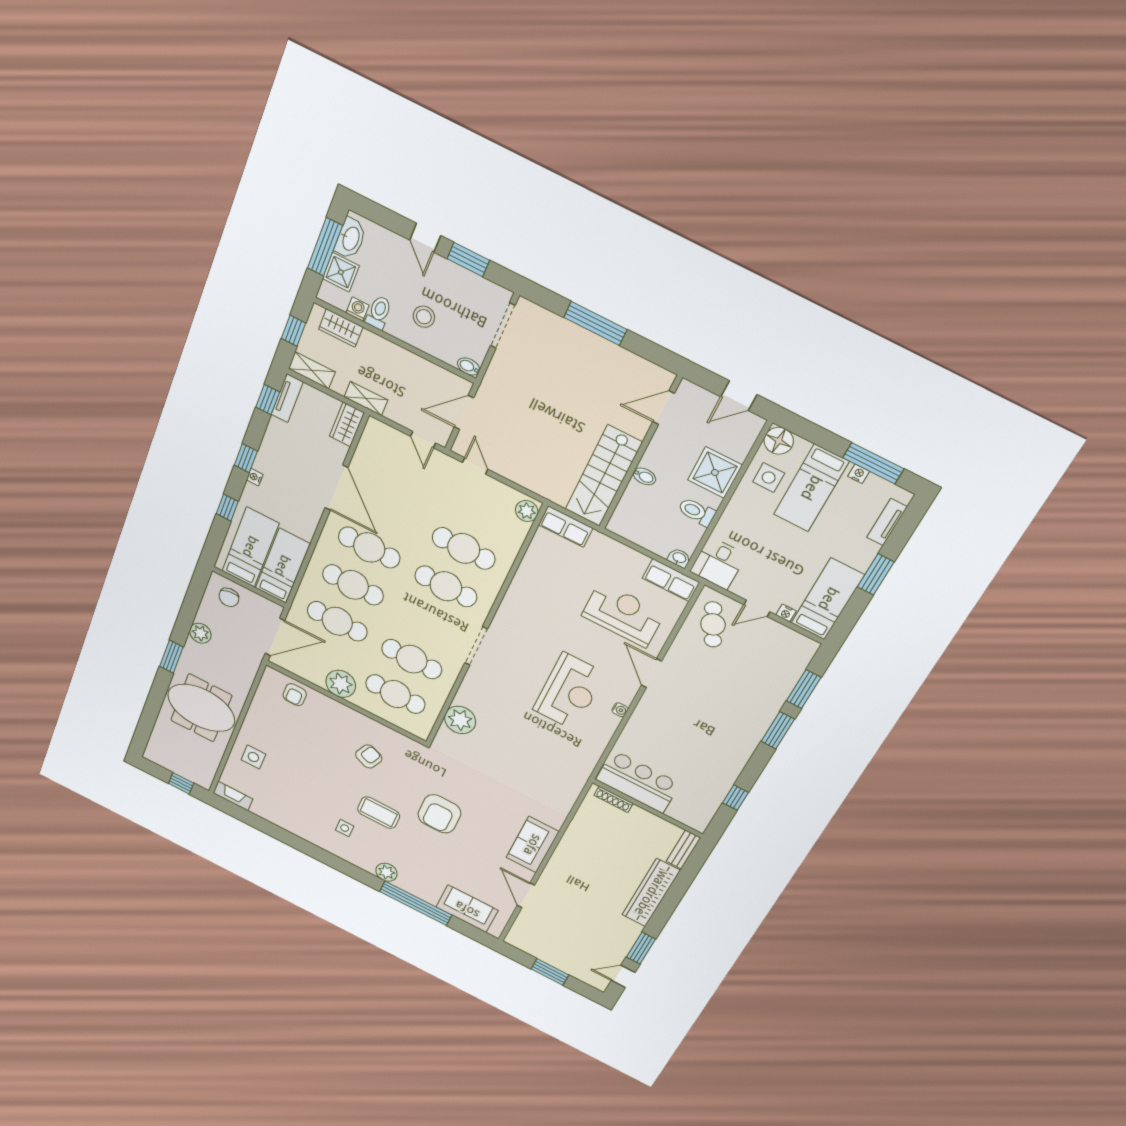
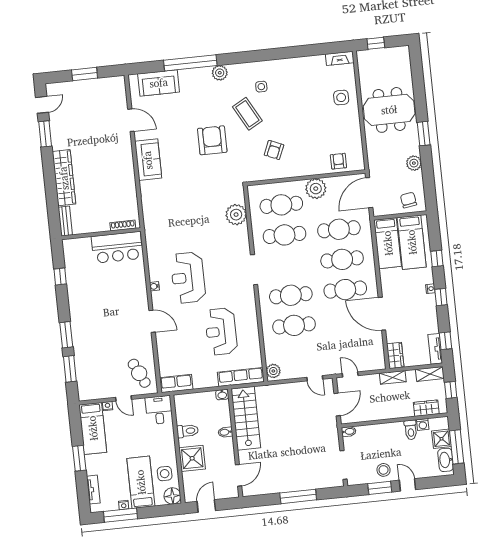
stool: (424, 317) -> (384, 470), moved
row of seats: (566, 526) -> (241, 377), width x1.48
washbasin: (679, 558) -> (222, 395), moved
door: (757, 608) -> (124, 398), swing flipped
reception desk: (623, 614) -> (221, 332), moved, turned 90
coffee table: (379, 813) -> (247, 114), turned 61

